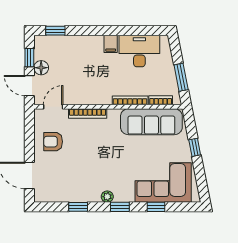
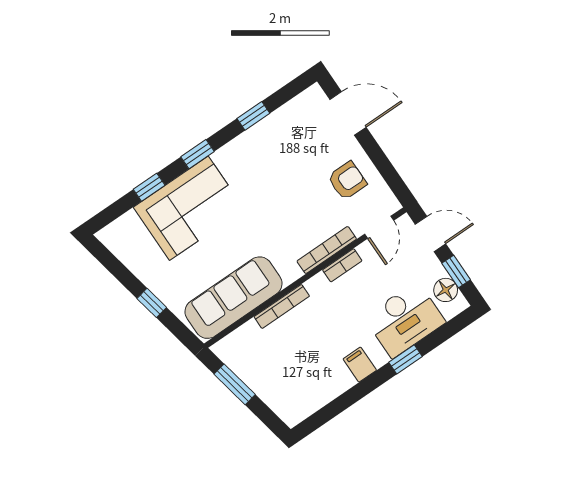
window: (55, 31) -> (406, 359), moved
desk: (139, 51) -> (405, 320), moved
floor lamp: (41, 68) -> (446, 290), moved
bookcase: (161, 100) -> (342, 265), moved
corner sofa: (163, 183) -> (189, 208), moved
plant: (107, 197) -> (224, 156), removed

